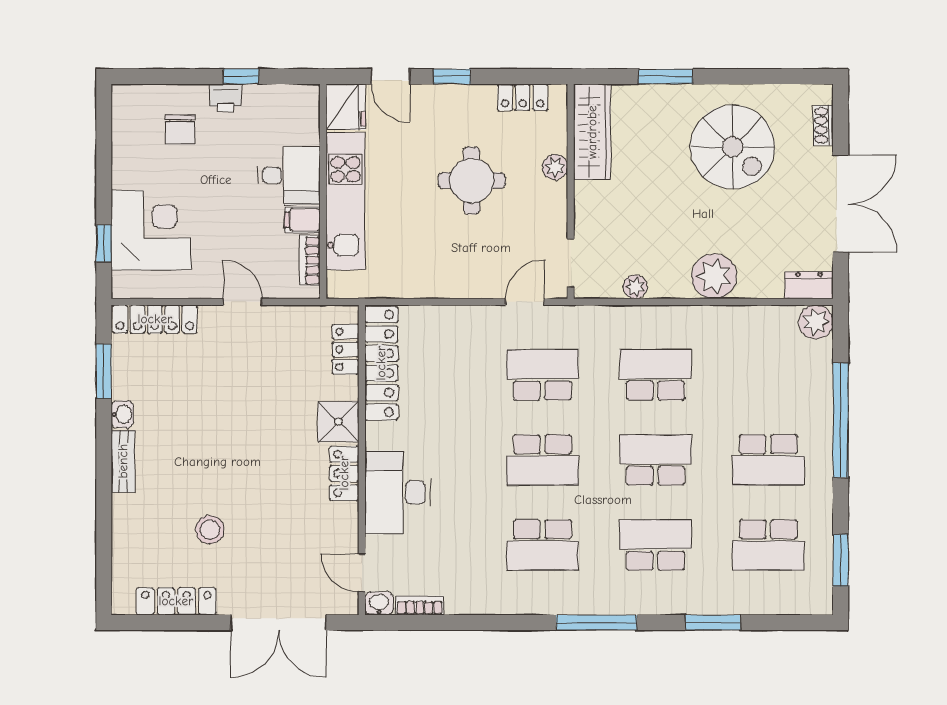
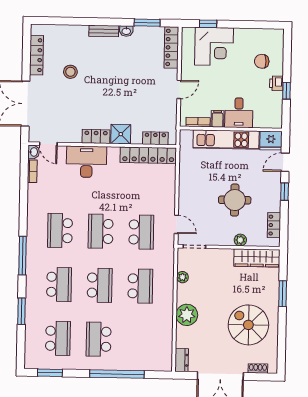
spiral stairs: (733, 147) -> (248, 325), turned 90
plant: (816, 322) -> (164, 363), removed
school desk: (768, 545) -> (58, 338), turned 180
door: (362, 573) -> (48, 144), swing flipped

